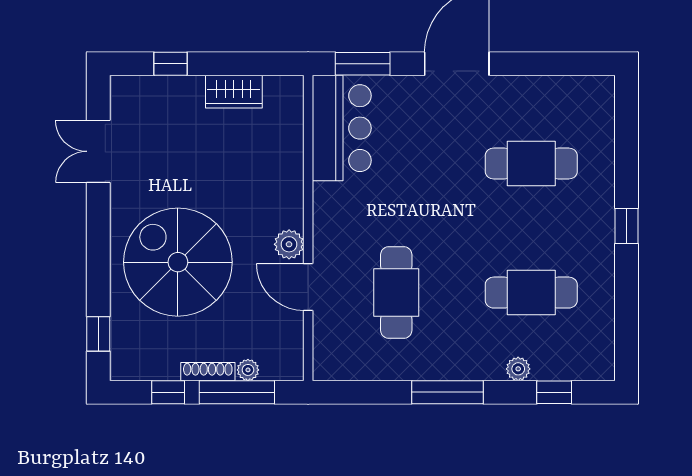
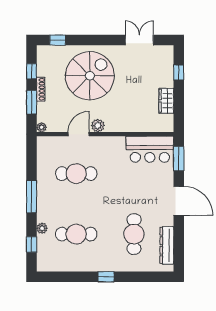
dresser: (557, 90) -> (167, 245), added
cafe table: (531, 293) -> (76, 234), turned 90
plant: (248, 370) -> (42, 127), moved
window: (237, 392) -> (32, 102), width x0.69

